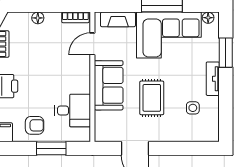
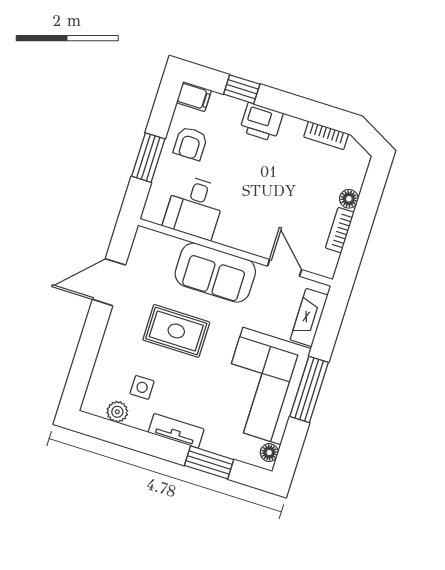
bookcase: (75, 17) -> (340, 230), moved
plant: (212, 118) -> (117, 412), added

